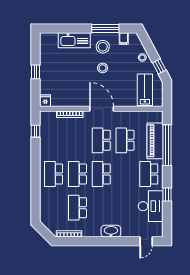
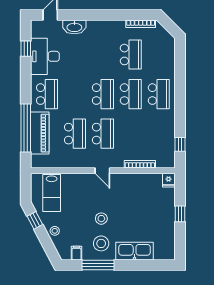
door: (102, 109) -> (102, 171), width x0.53
window: (167, 194) -> (26, 49), moved
washbasin: (111, 231) -> (74, 27), moved

